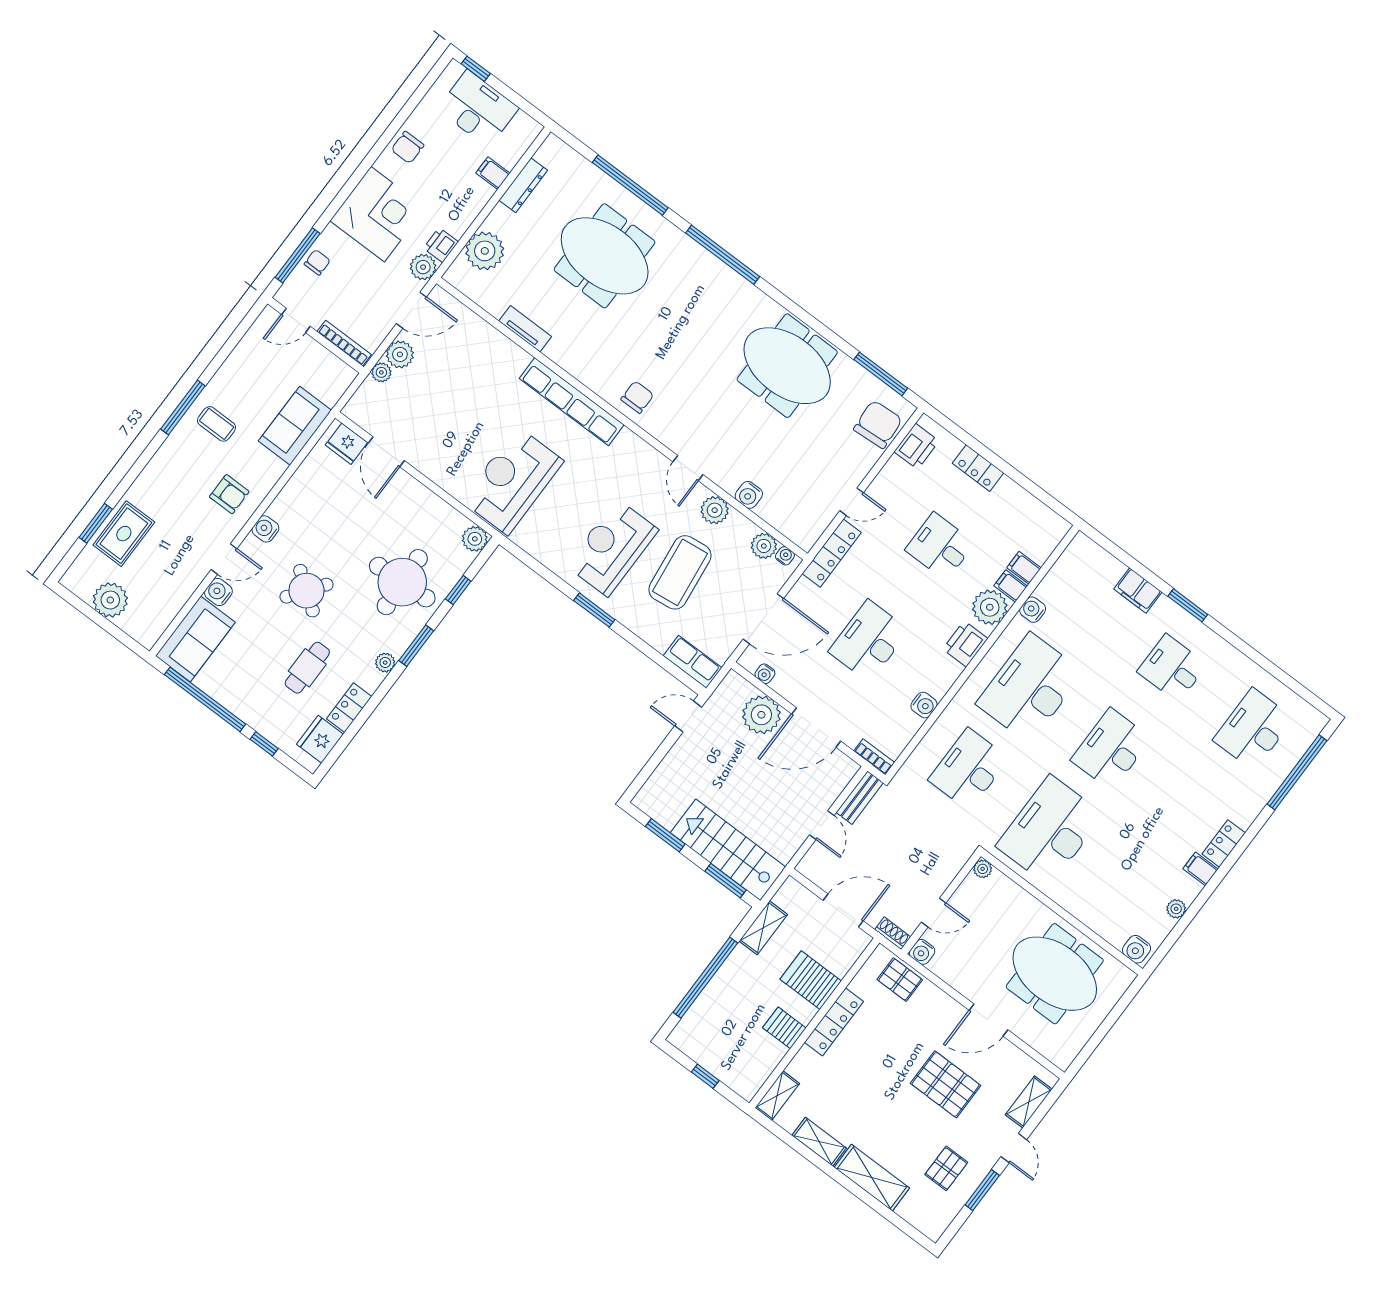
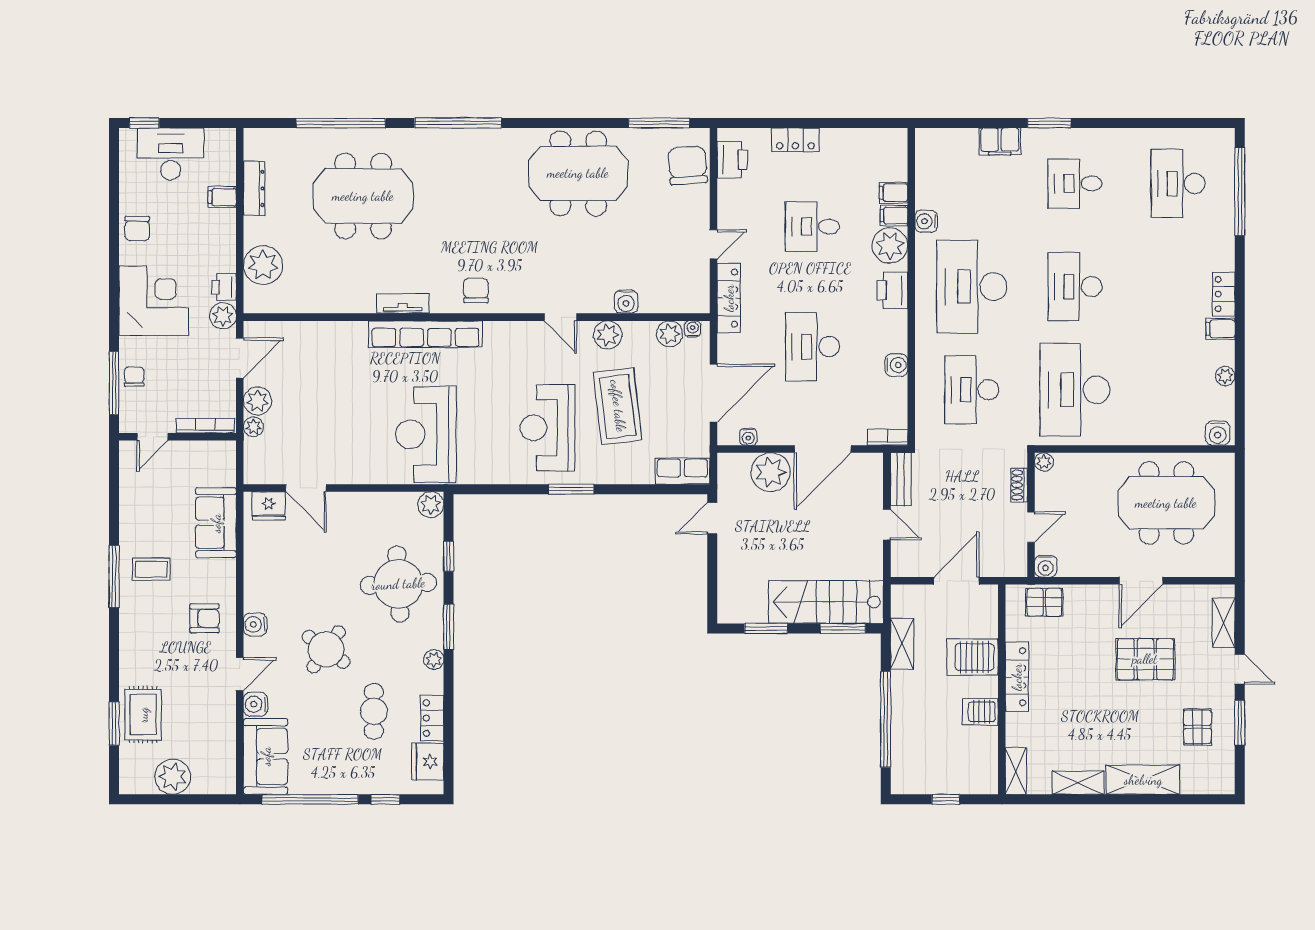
tv unit: (525, 329) -> (403, 303), moved
shoe rack: (893, 933) -> (1019, 485), moved, turned -90

